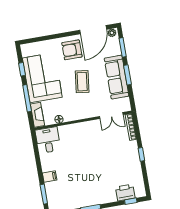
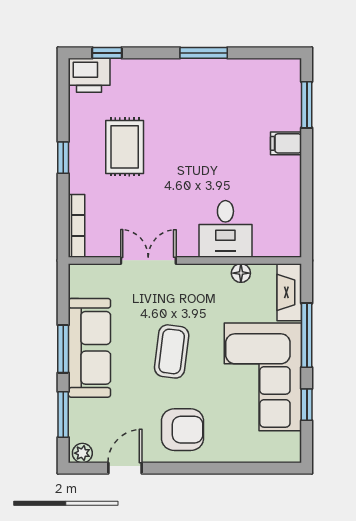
door: (93, 30) -> (125, 468), width x0.53
double door: (111, 116) -> (148, 260), moved
desk: (48, 140) -> (225, 229), moved
rug: (117, 163) -> (125, 147), added
printer: (125, 193) -> (89, 75), moved

